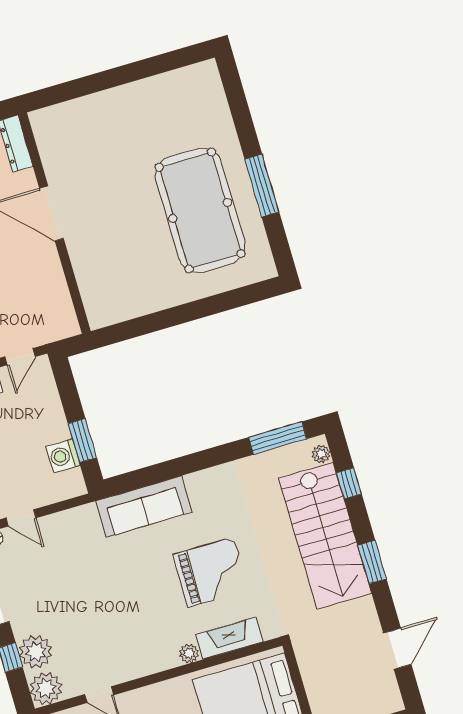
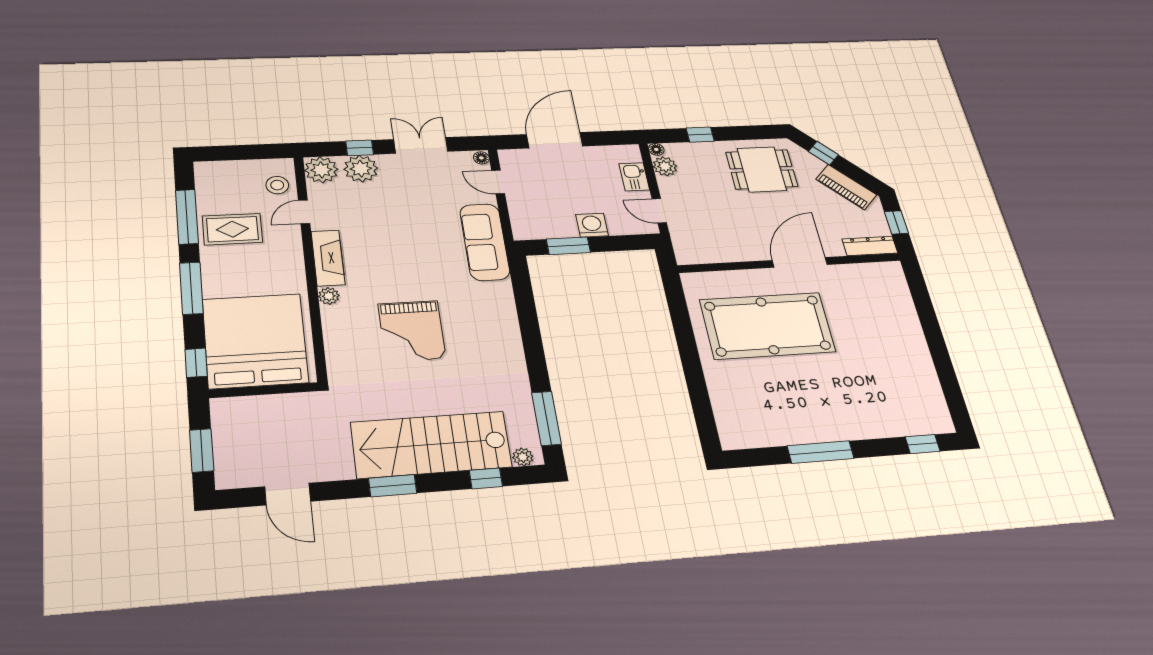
window: (234, 90) -> (923, 444), added
pool table: (200, 210) -> (767, 326), moved
washing machine: (63, 456) -> (592, 225), moved
sofa: (144, 507) -> (485, 242), moved
door: (21, 518) -> (498, 182), hinge flipped
fireplace: (229, 638) -> (328, 258), moved

